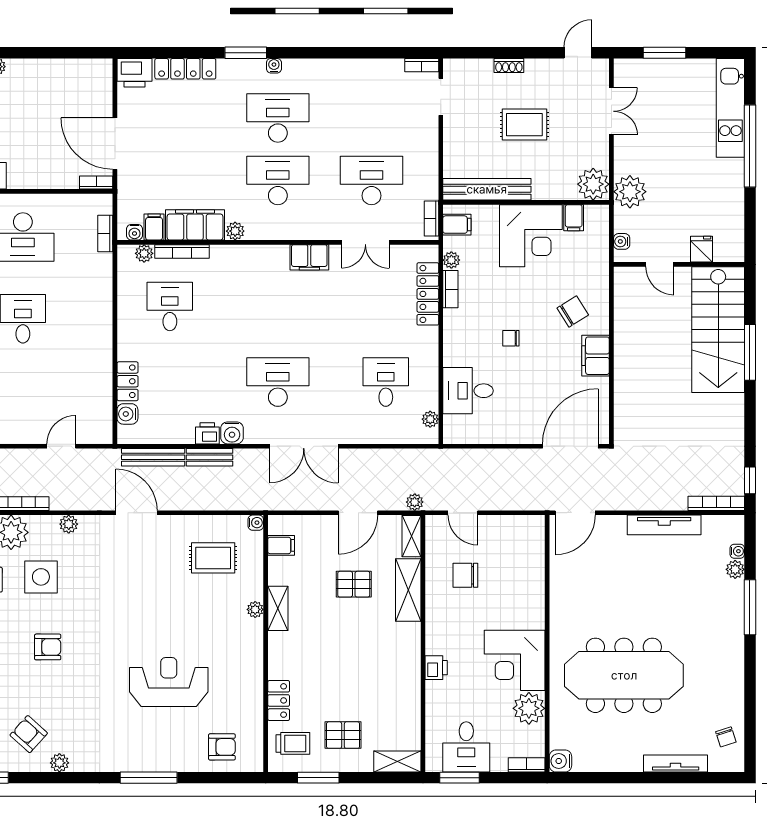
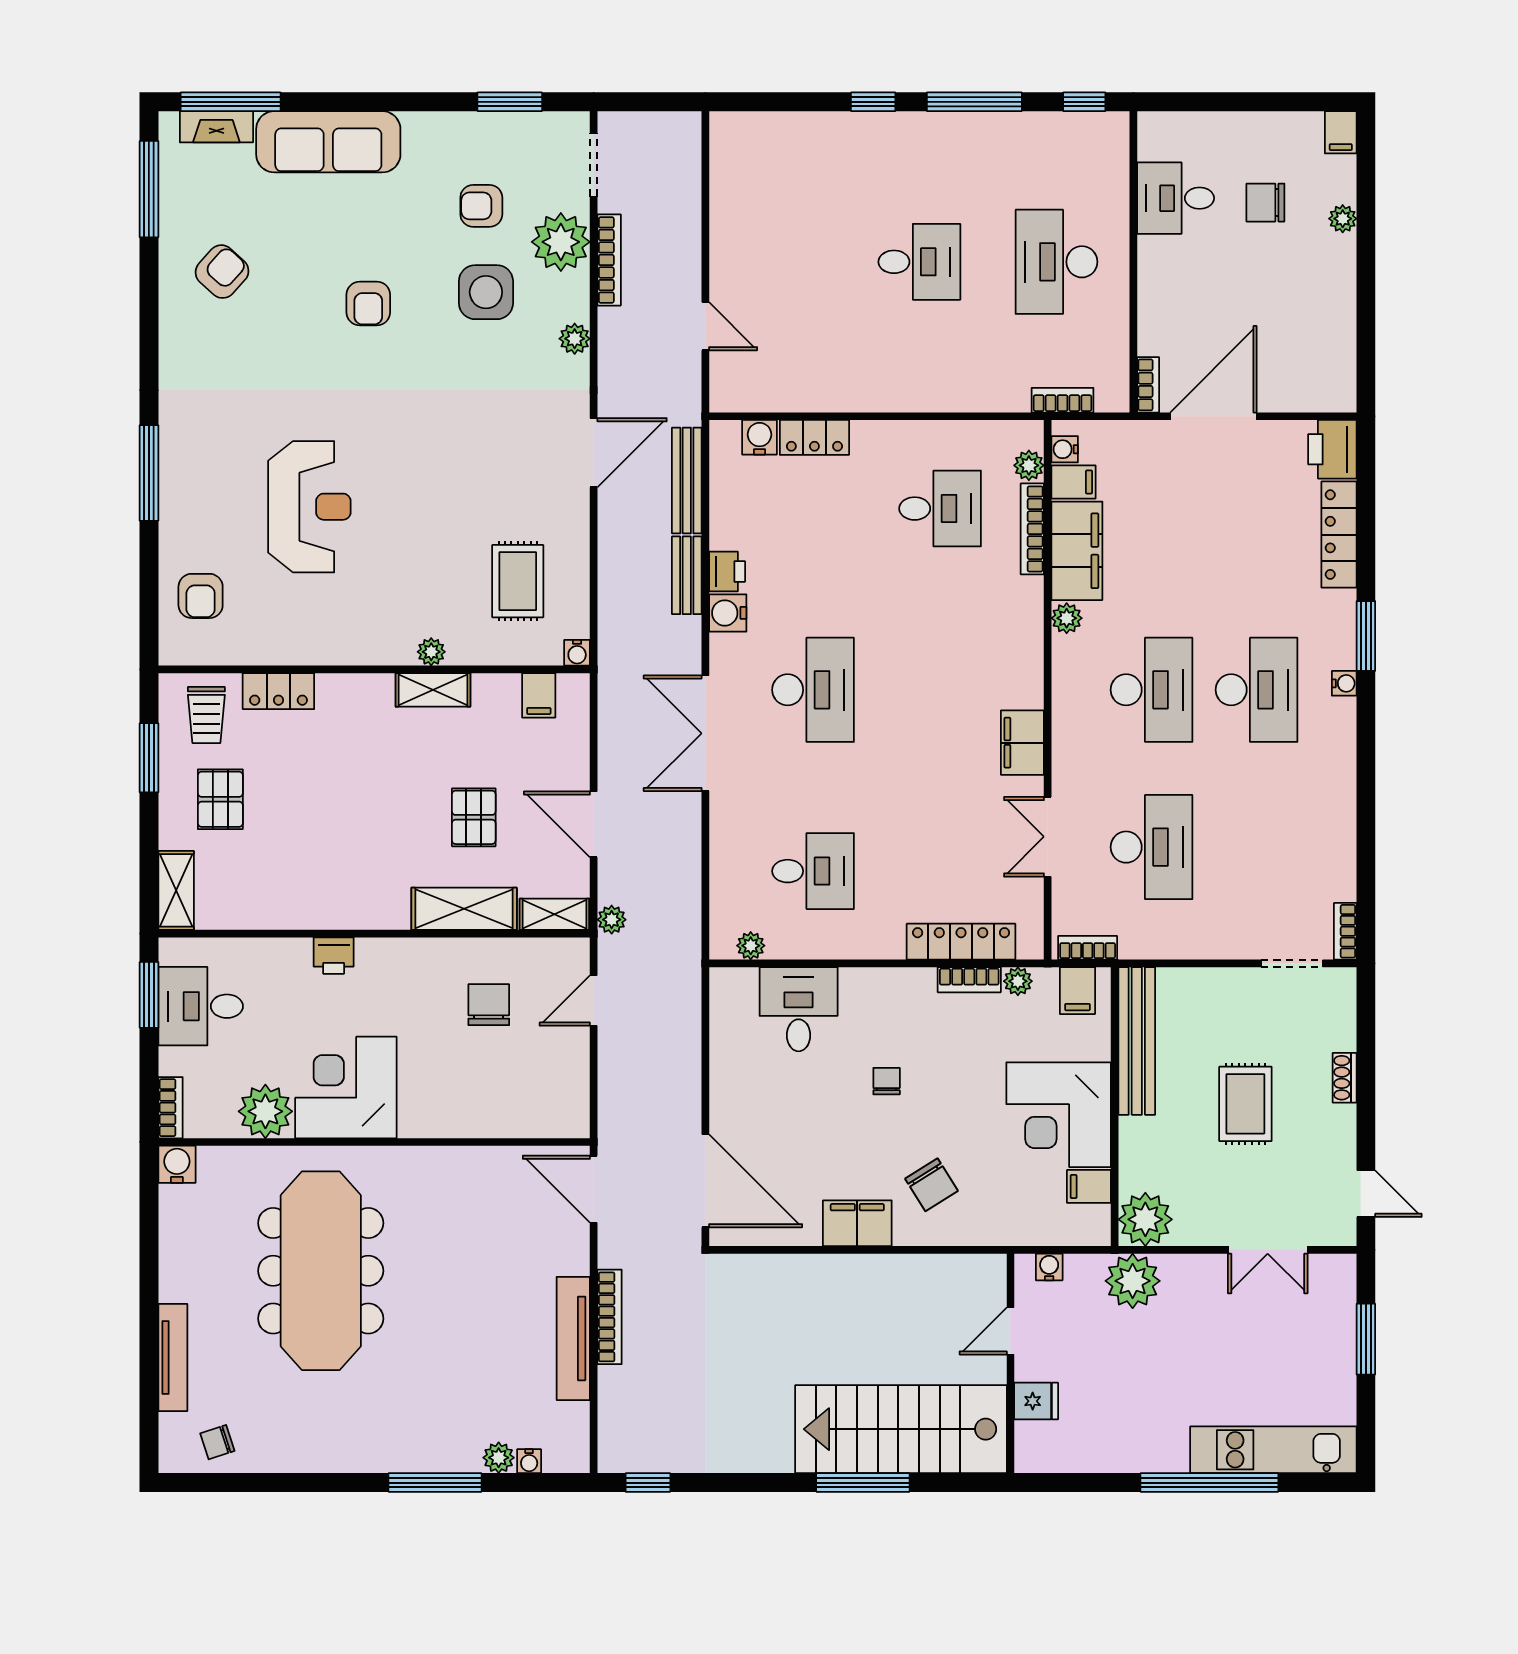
bookcase: (716, 503) -> (610, 1317), moved
plant: (59, 763) -> (174, 323), removed

